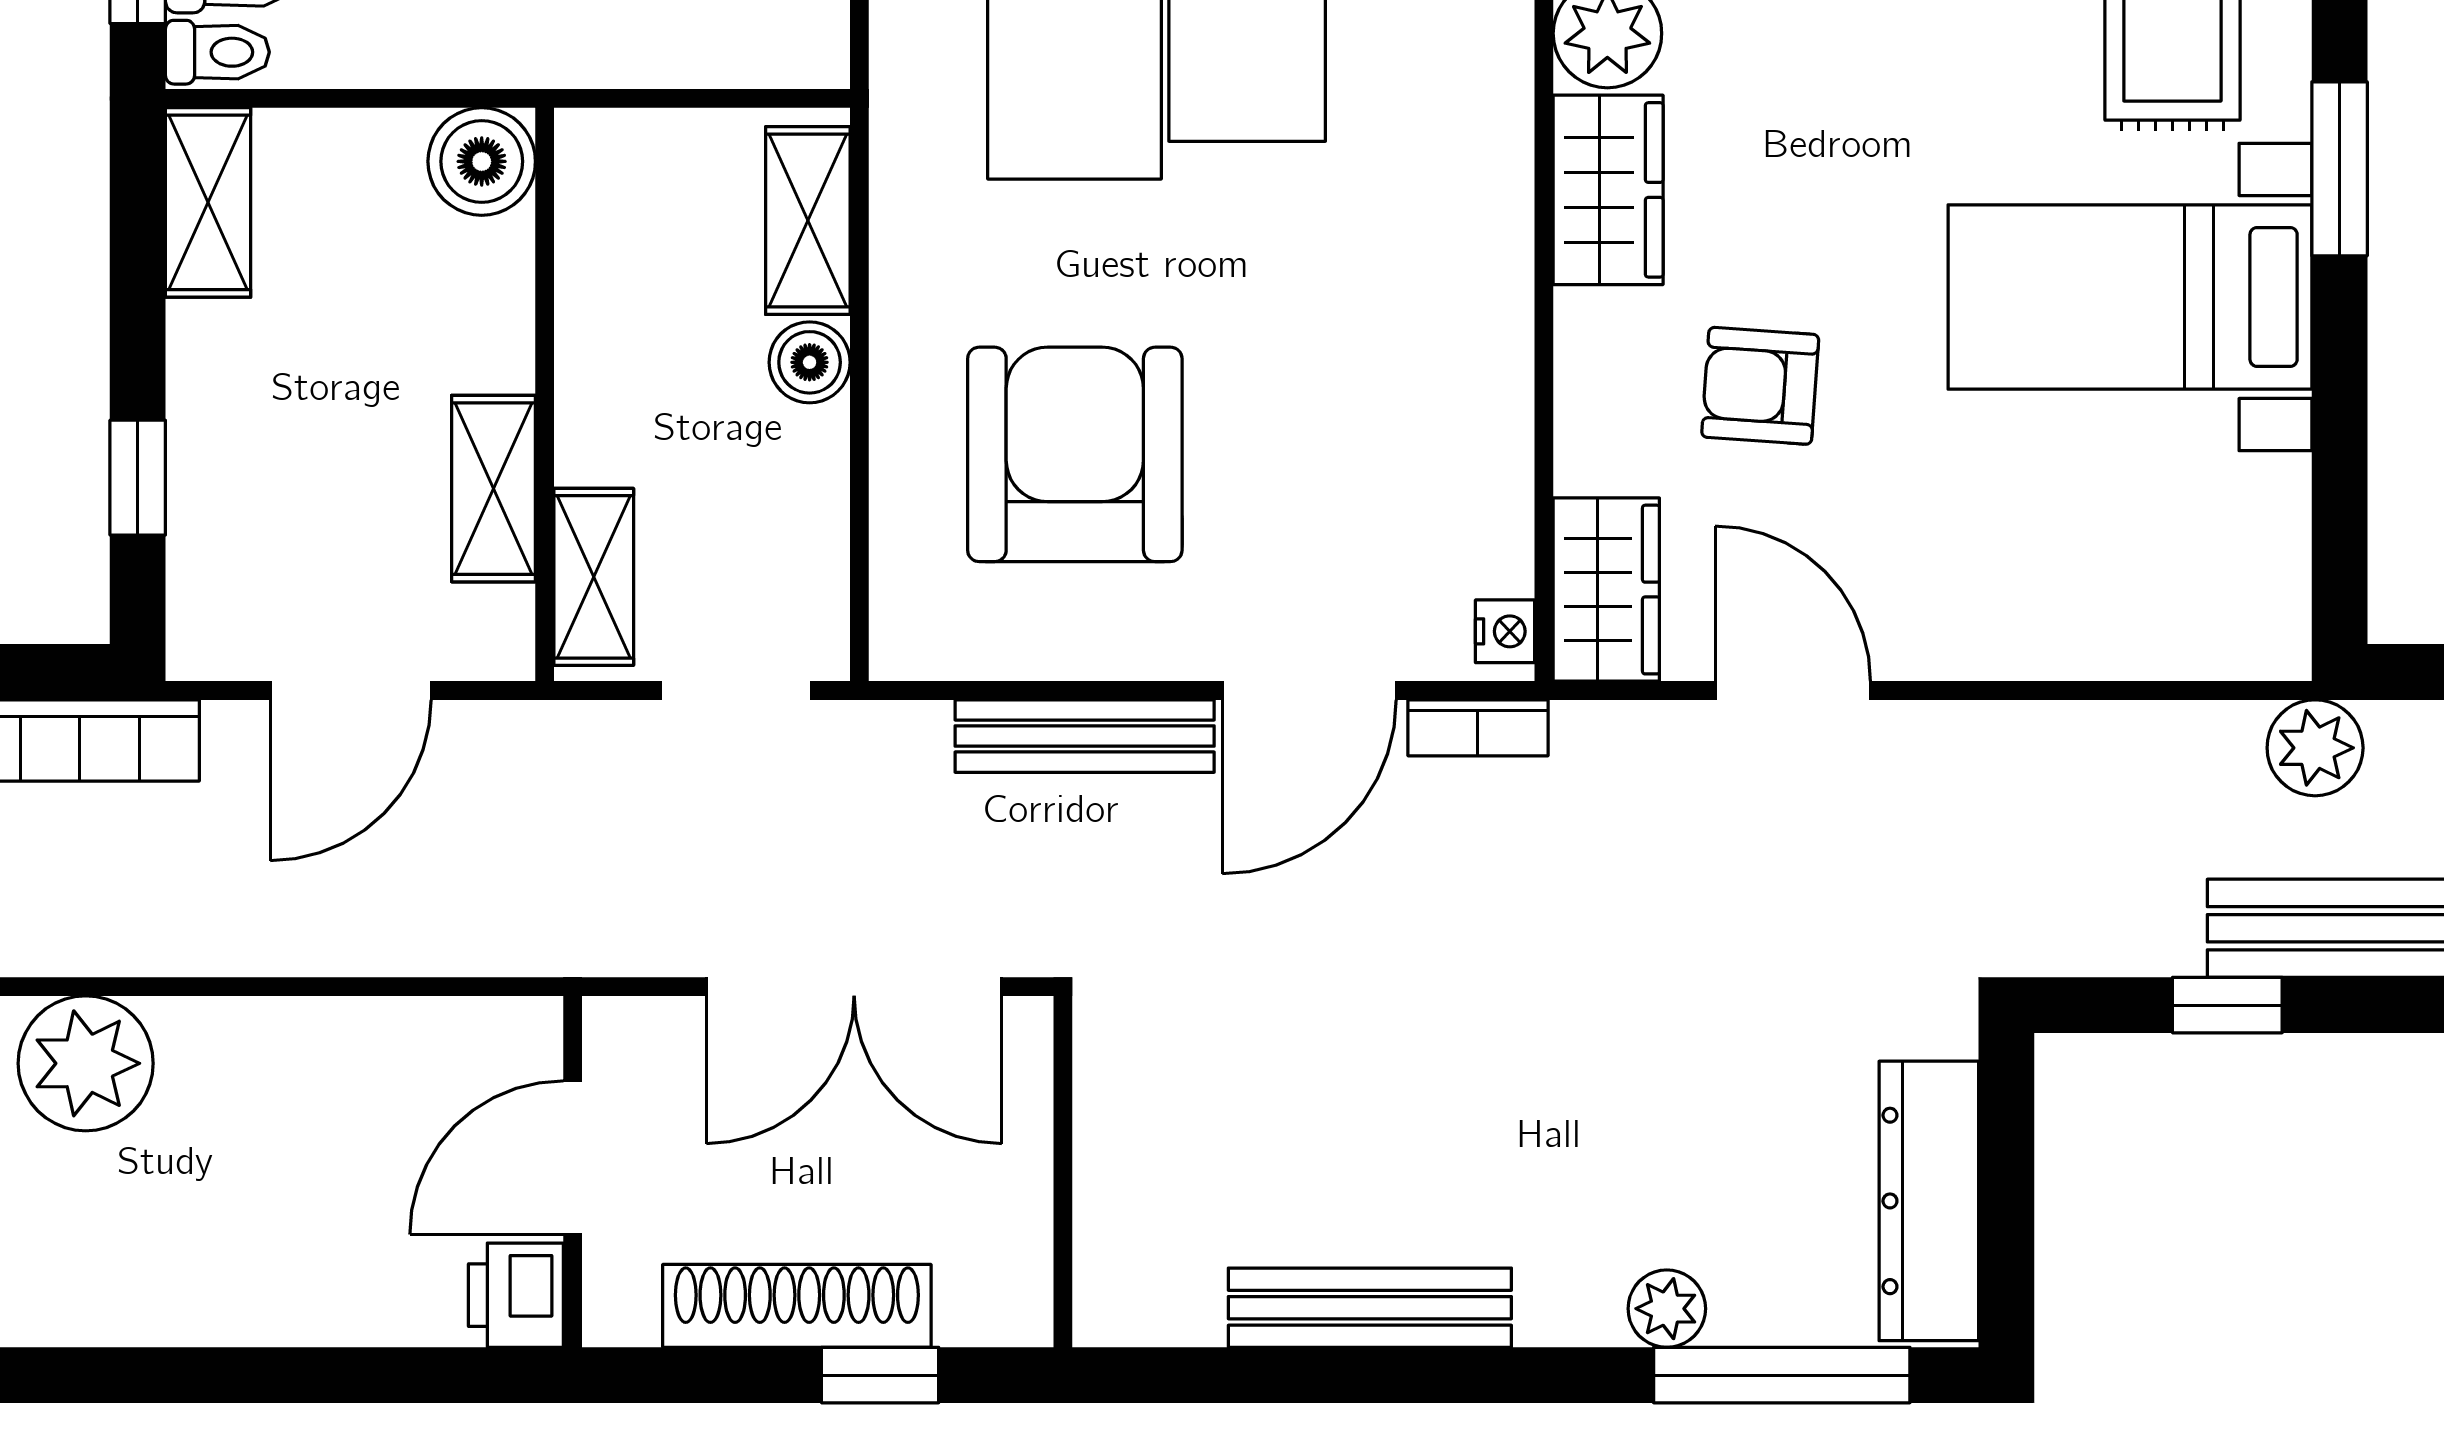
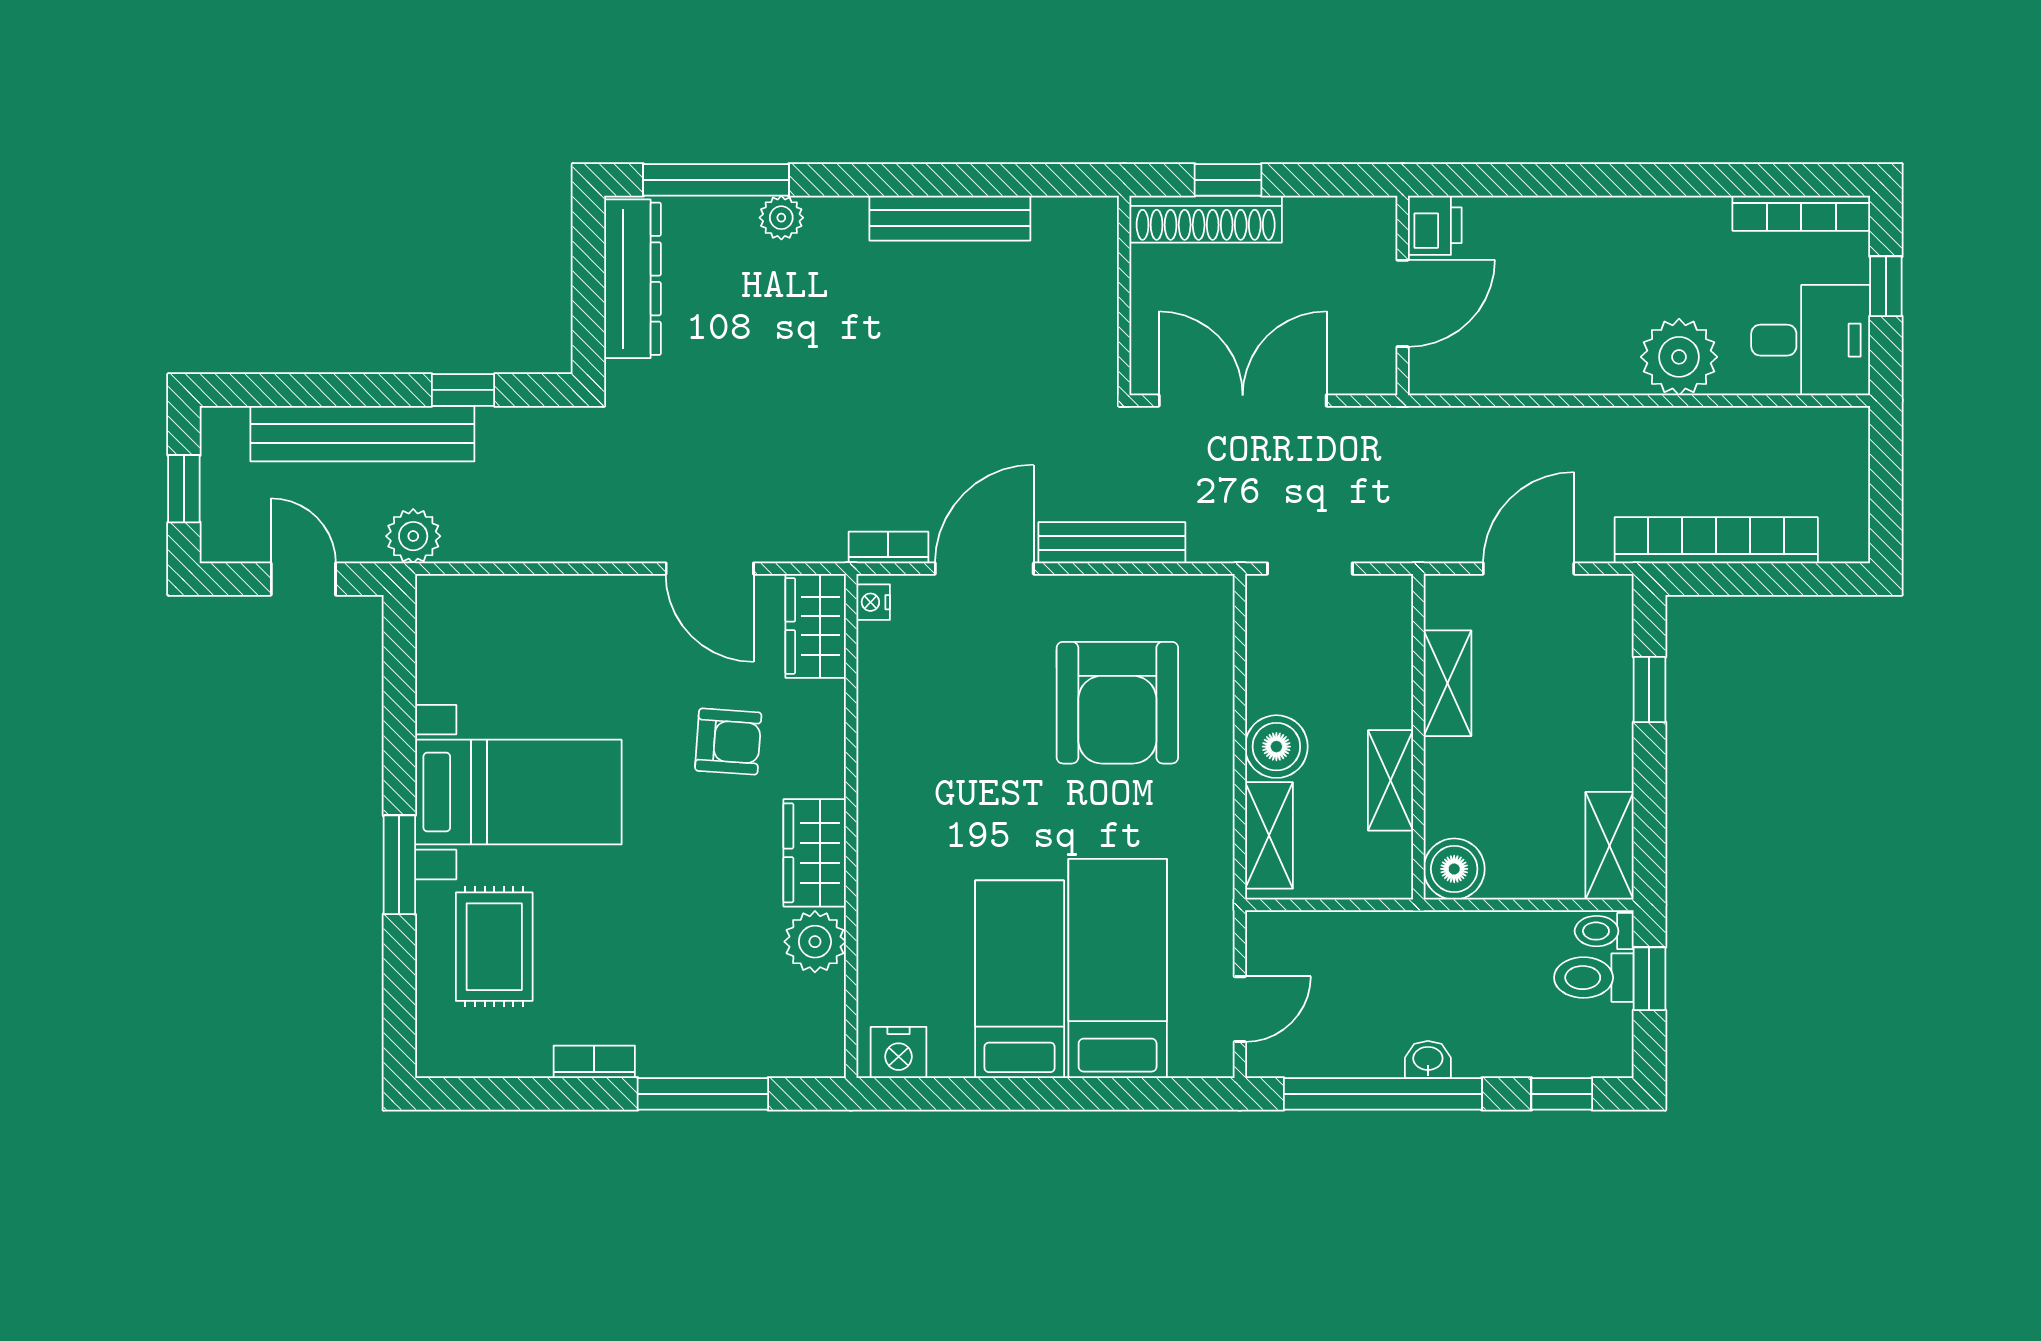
boiler: (810, 362) -> (1276, 747), width x1.36, depth x1.36
shelving: (594, 577) -> (1391, 780), moved
shoe rack: (797, 1306) -> (1206, 219), moved

